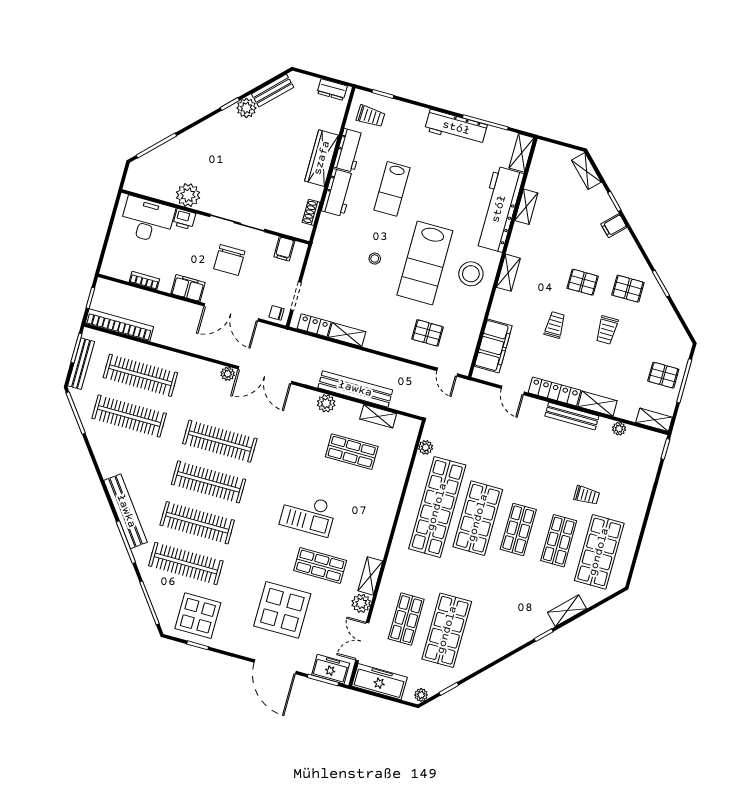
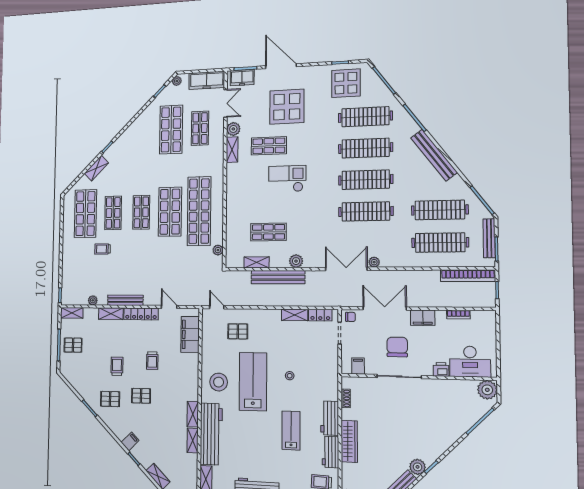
plant: (188, 195) -> (487, 390), moved
shelving: (508, 273) -> (193, 414), moved
bench: (126, 511) -> (434, 155), moved

